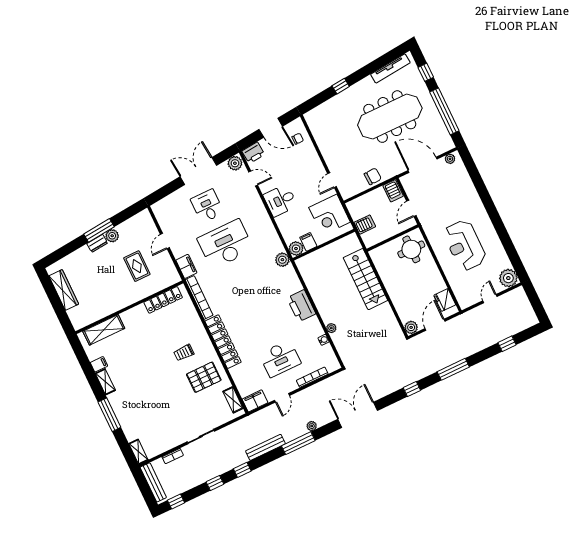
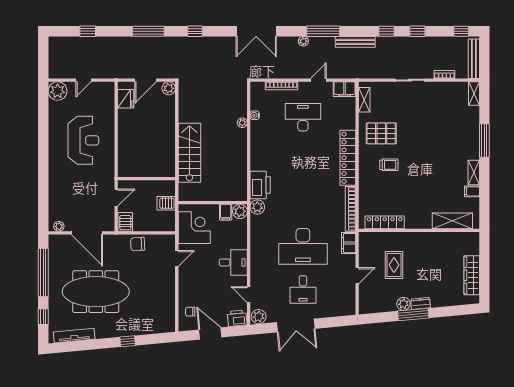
round table: (411, 249) -> (134, 160), removed
printer: (301, 306) -> (260, 185), moved

